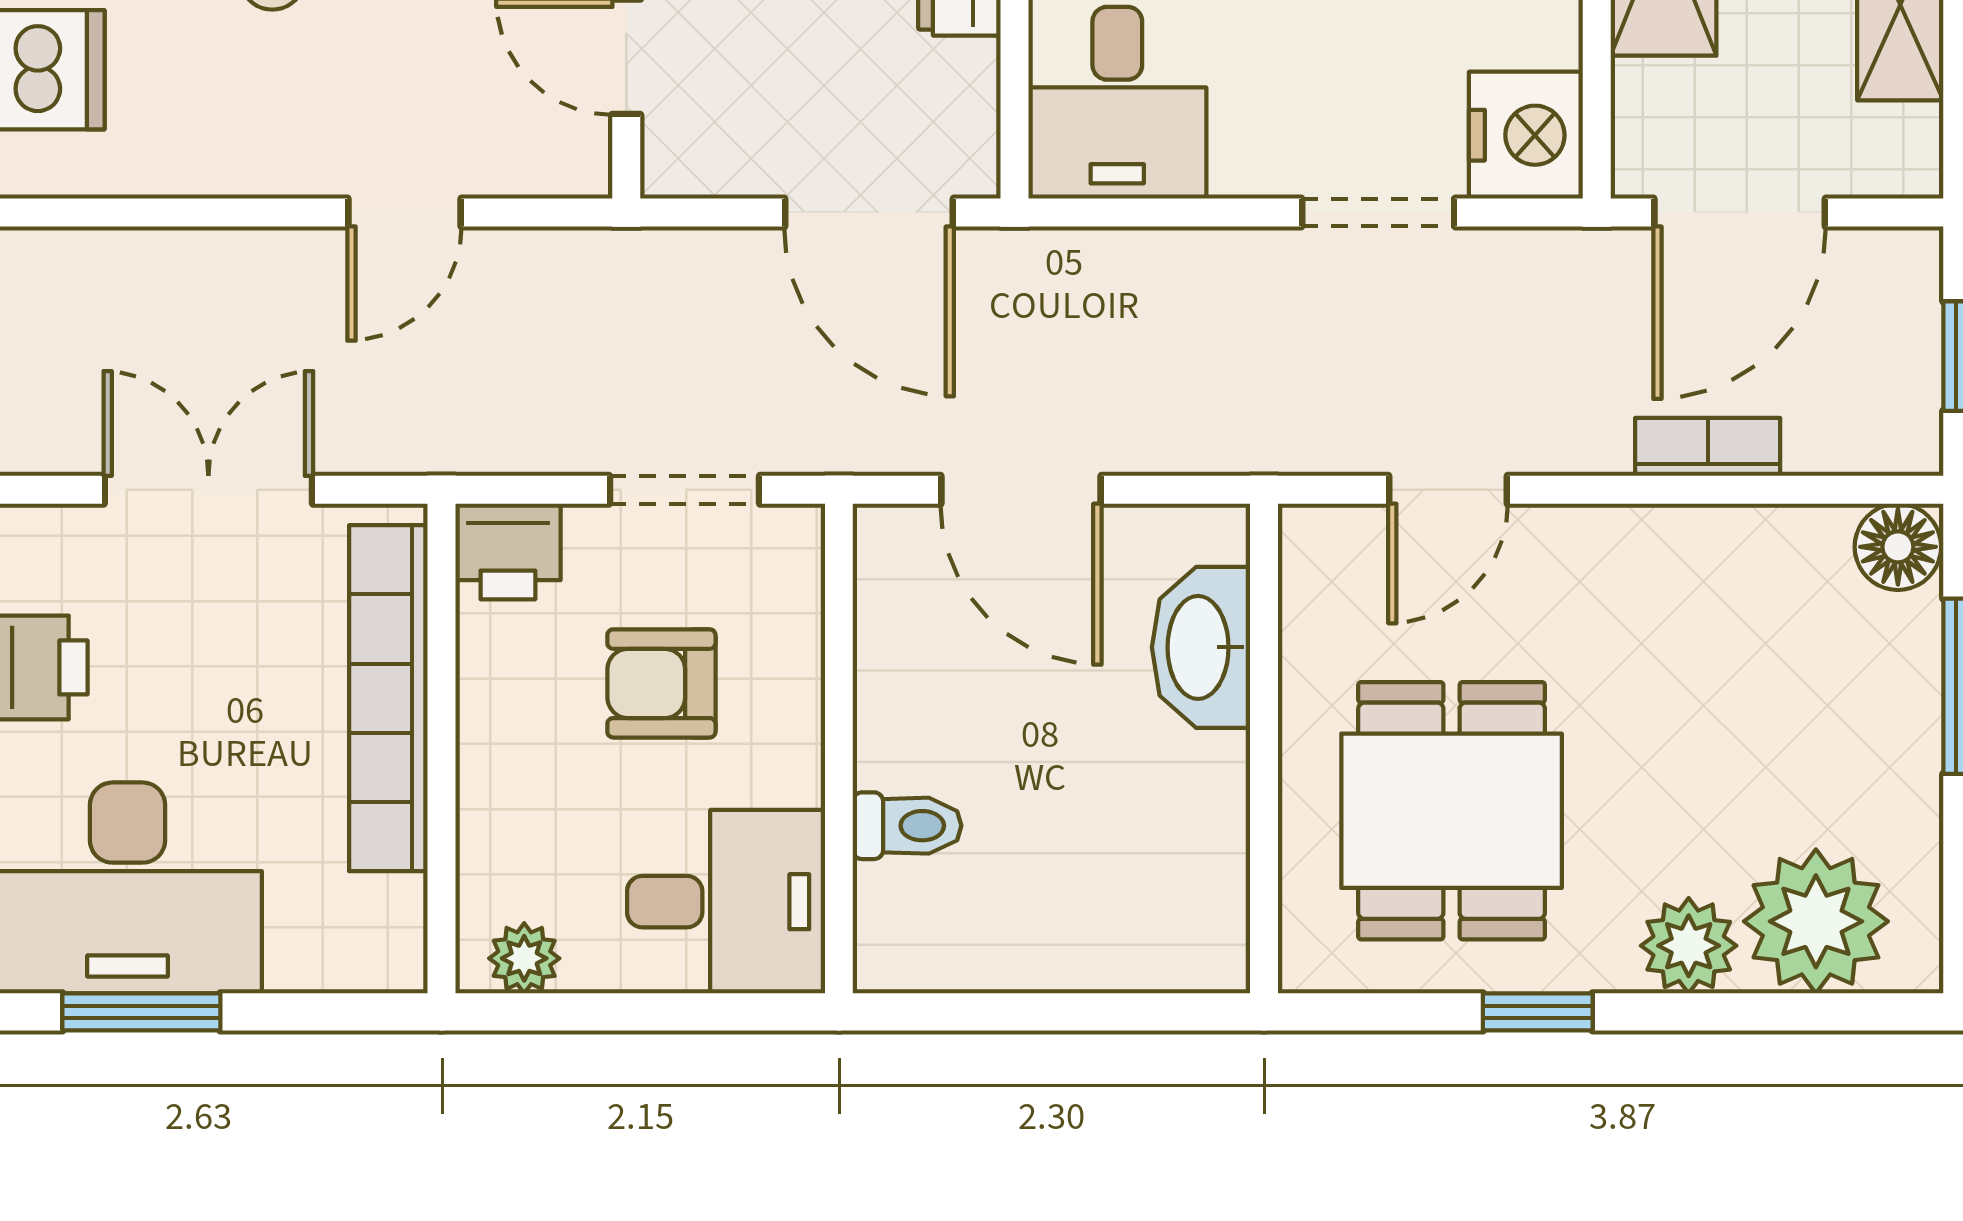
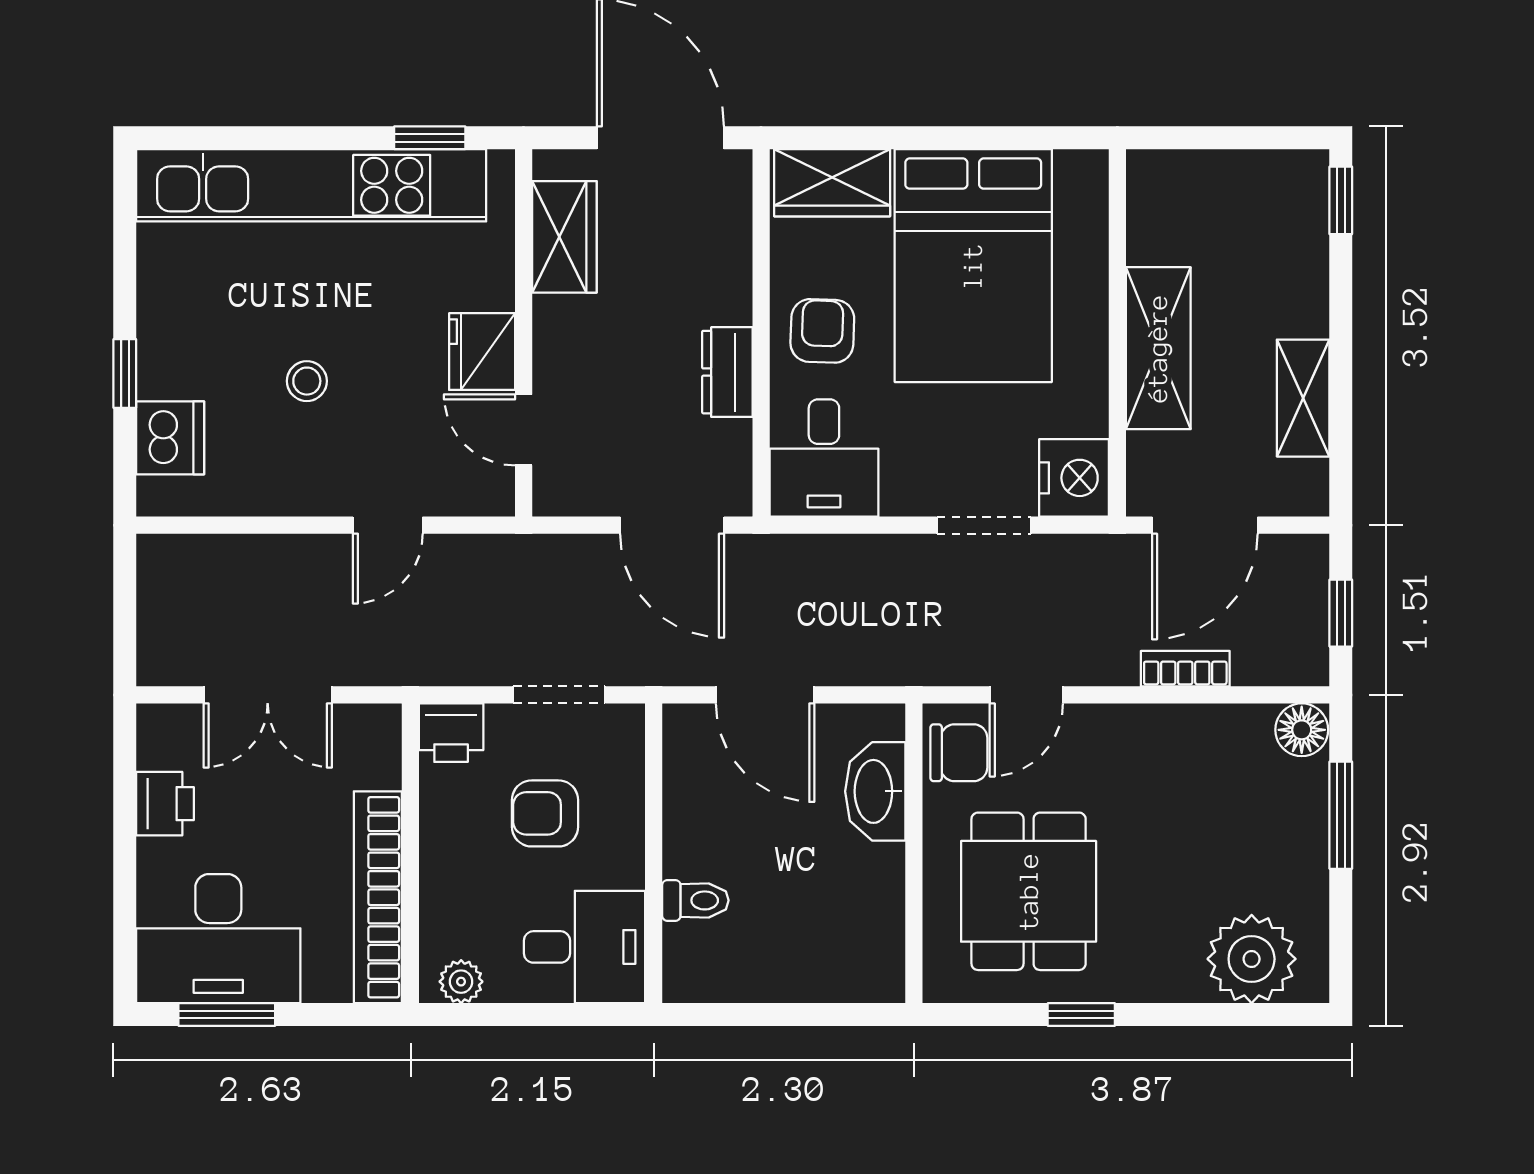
double door: (208, 490) -> (268, 695), swing flipped
chair: (1338, 584) -> (959, 753), added
bookcase: (388, 698) -> (378, 897), moved
plant: (1689, 946) -> (1174, 974), removed

